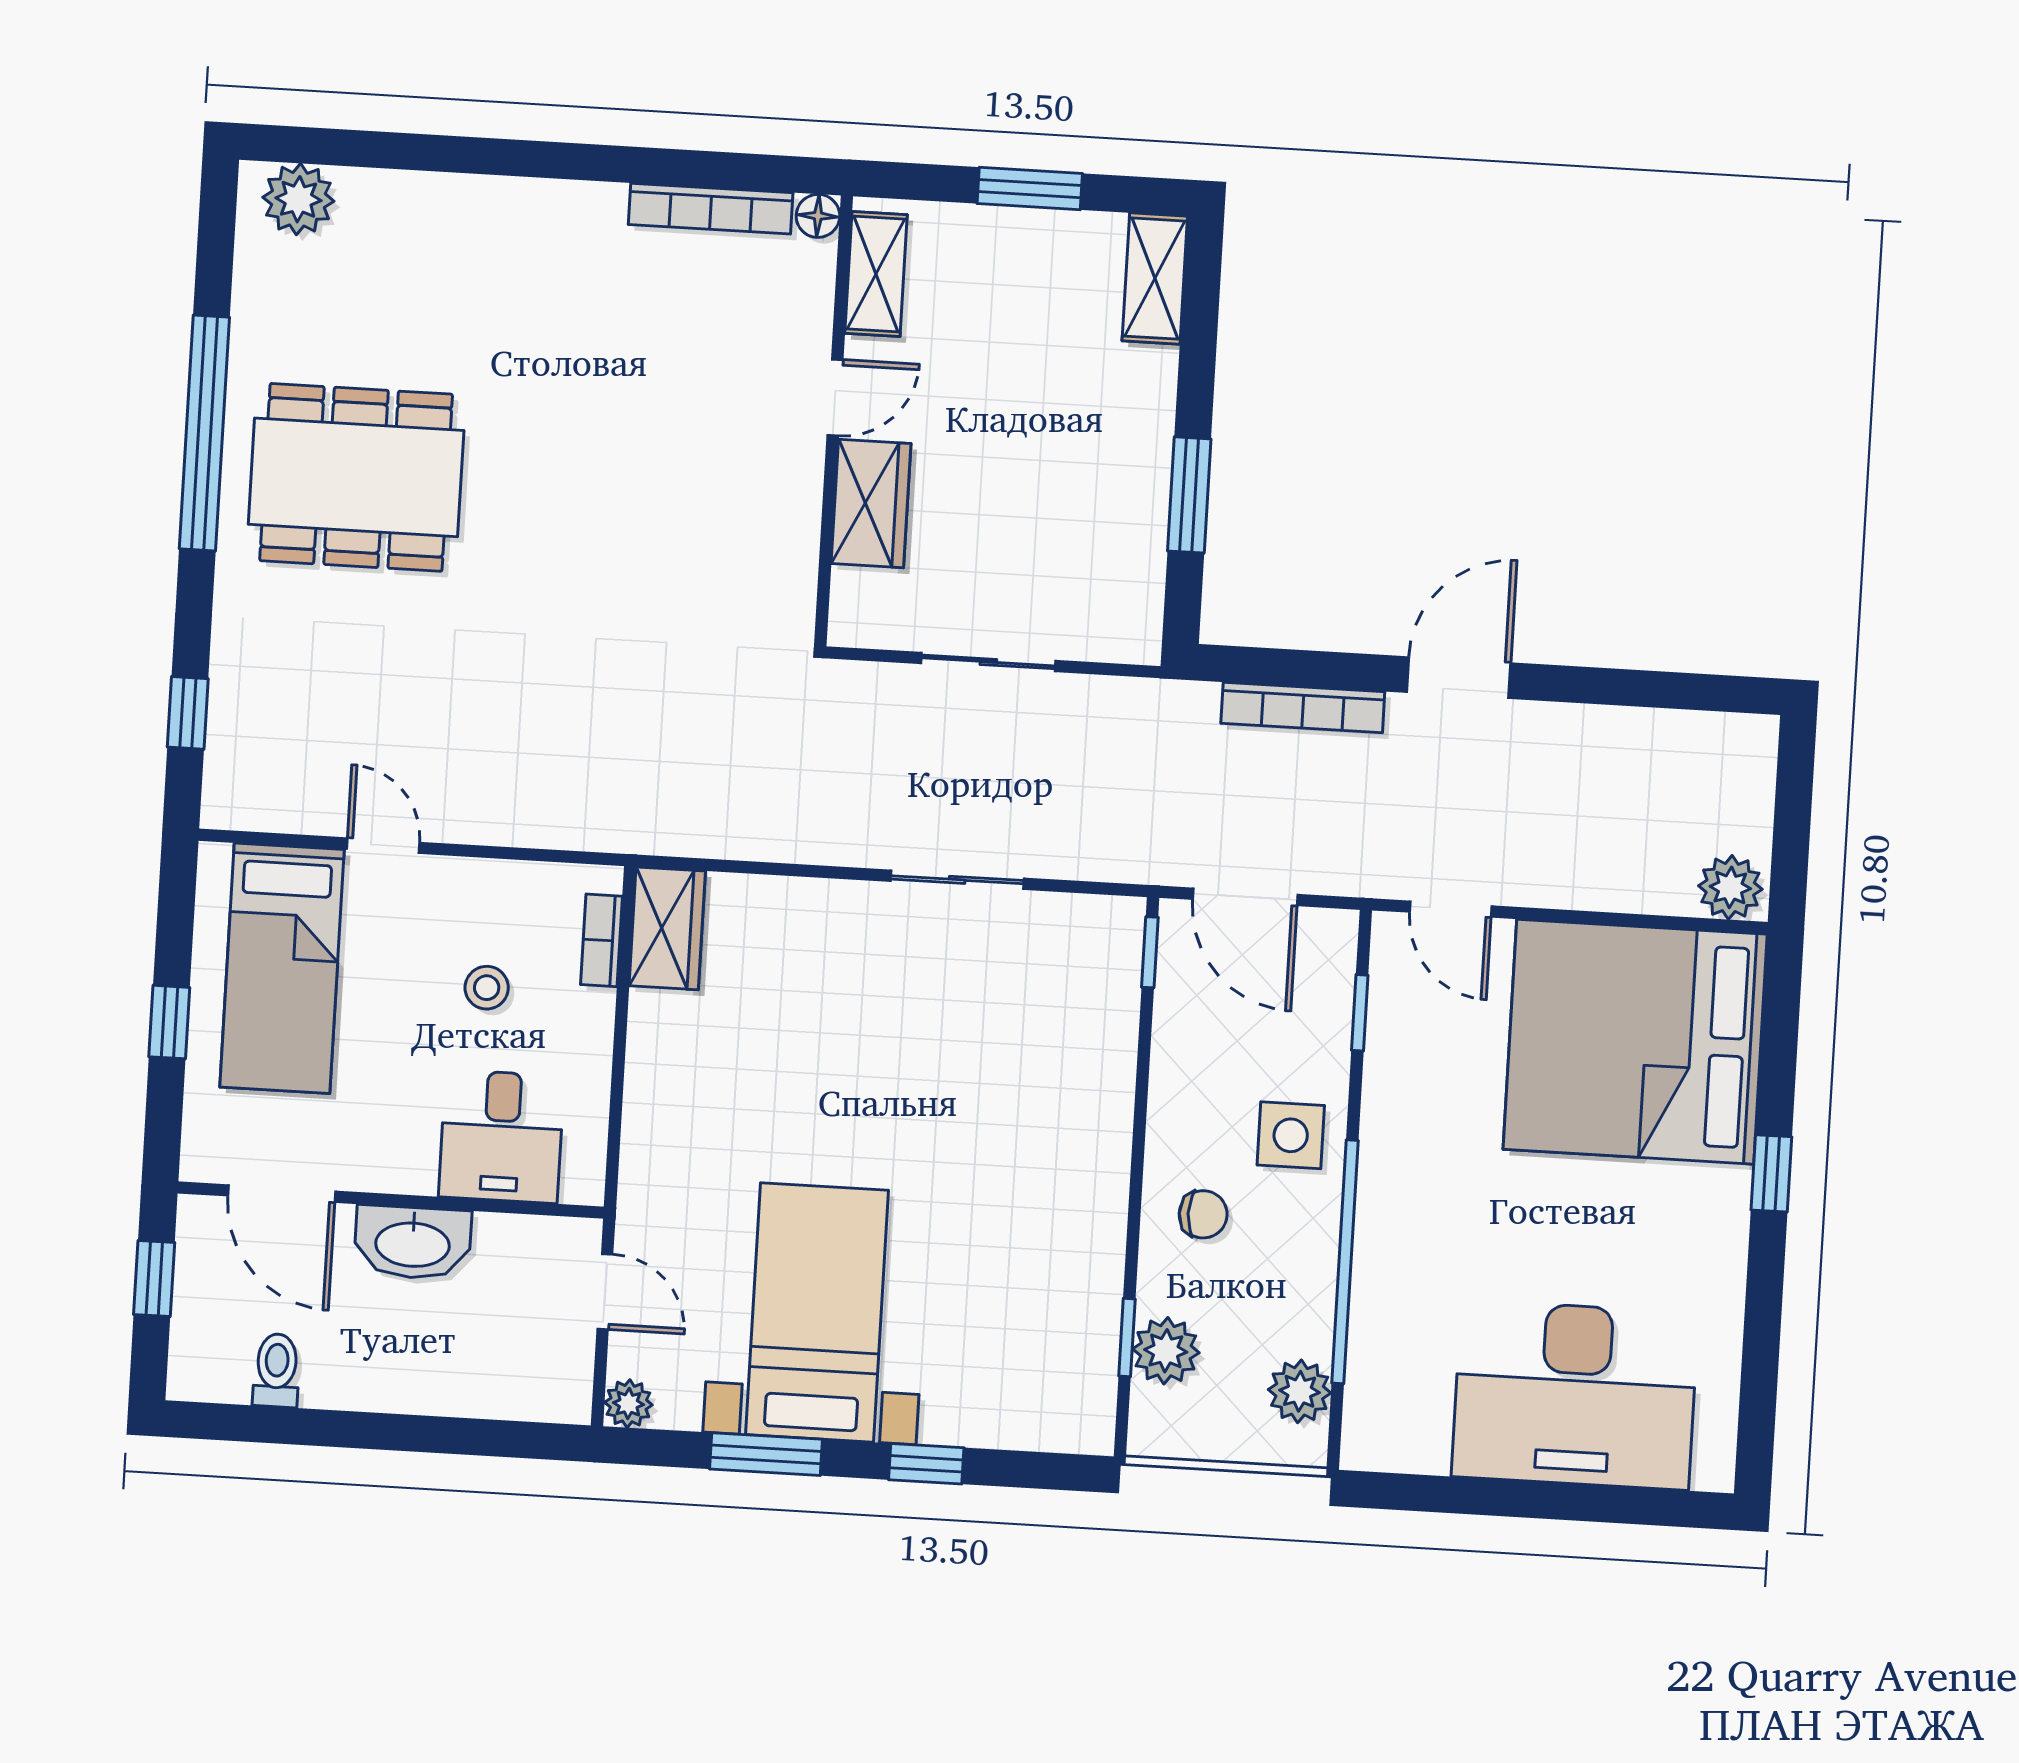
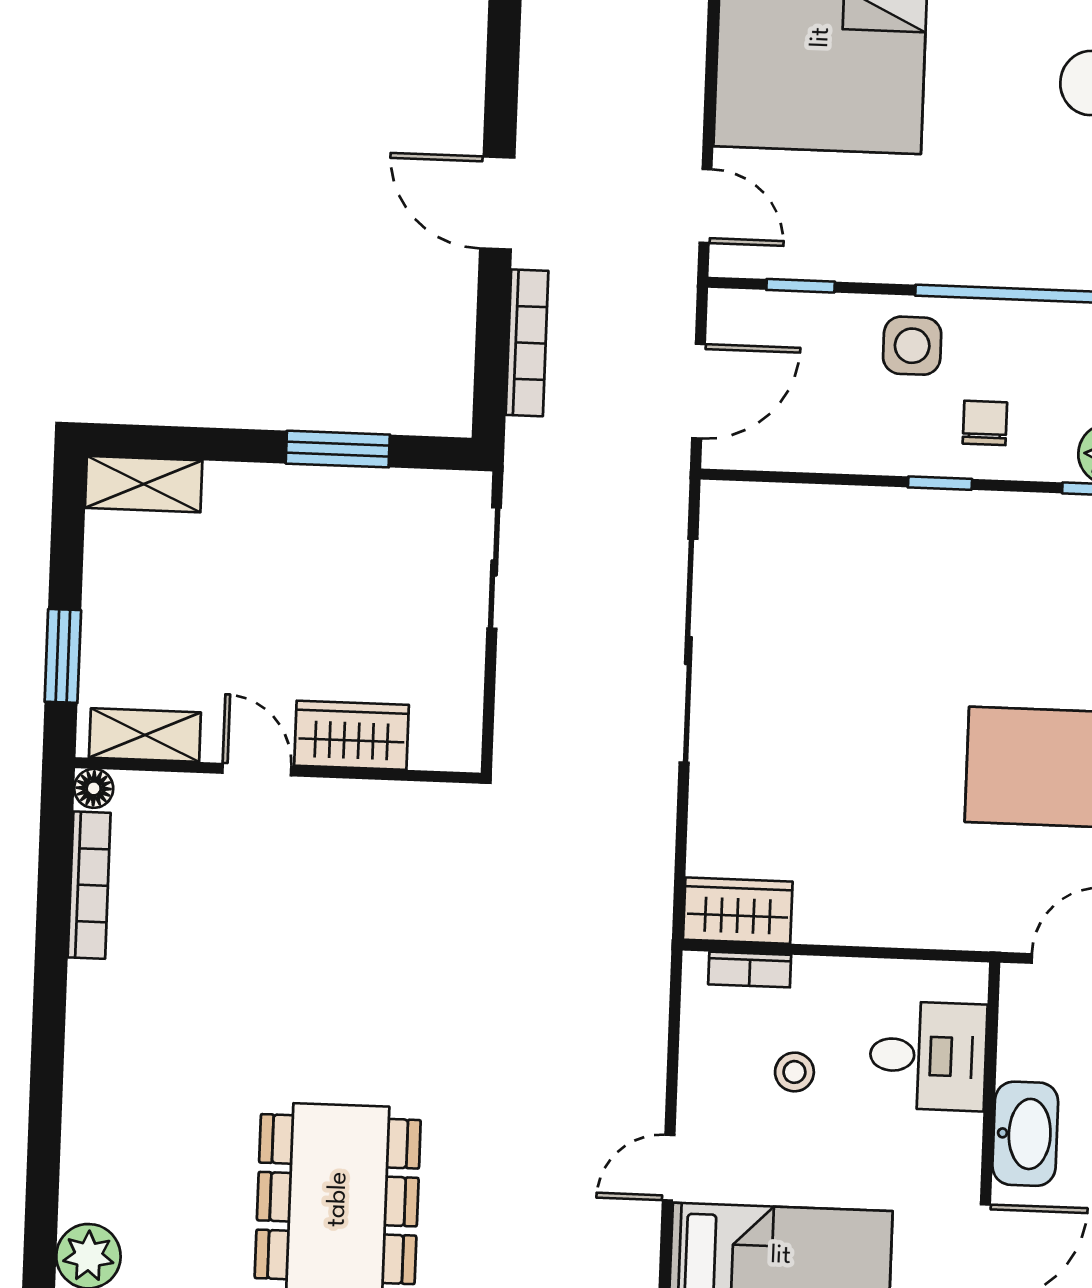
window: (1030, 188) -> (63, 656), moved
sliding door: (988, 662) -> (494, 568), moved
sliding door: (957, 880) -> (688, 651), width x1.86
door: (1451, 909) -> (706, 206), hinge flipped
window: (1150, 952) -> (940, 483), moved

